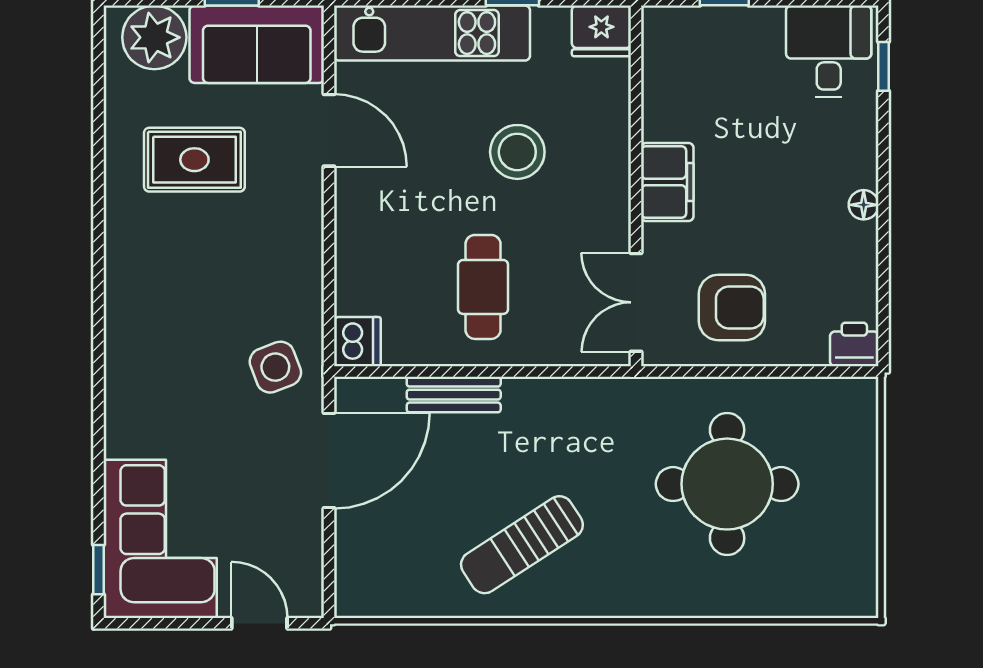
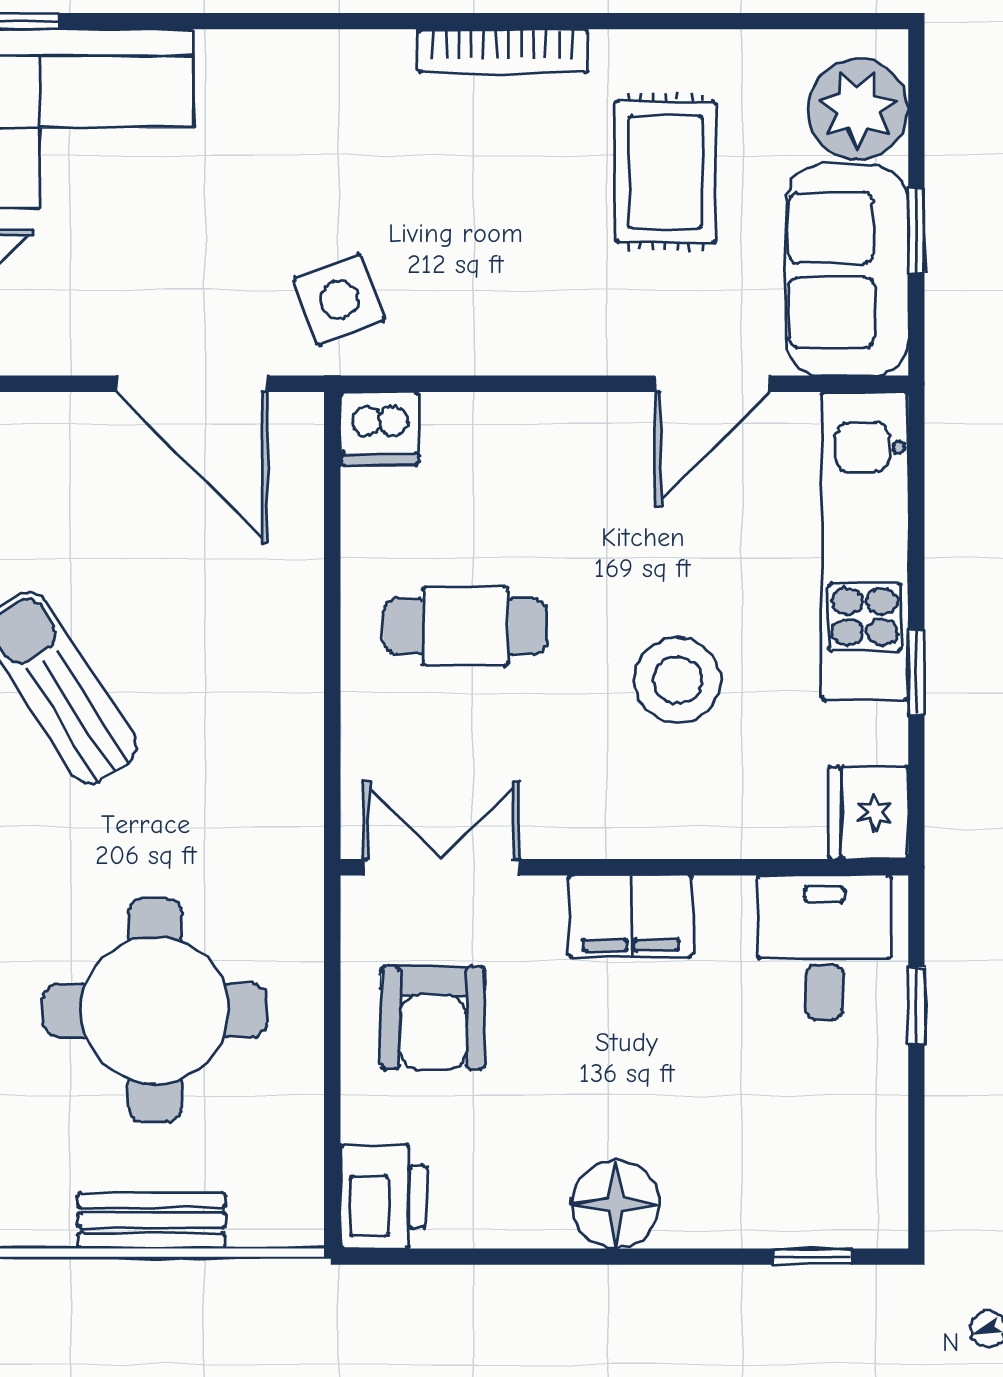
desk: (829, 51) -> (824, 947), moved, turned -90
floor lamp: (864, 205) -> (615, 1205), width x1.89, depth x1.89
bookcase: (117, 263) -> (503, 51), added
printer: (854, 344) -> (383, 1197), width x1.36, depth x1.24
bench: (454, 395) -> (152, 1220), moved, turned 90

